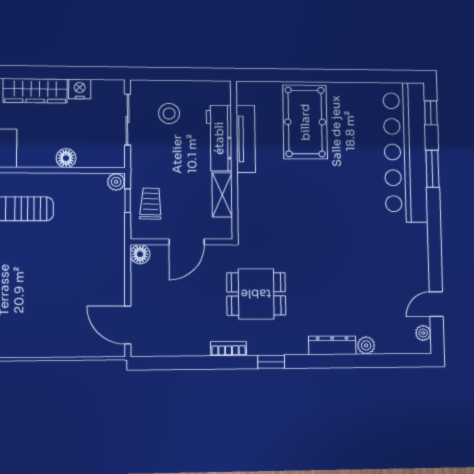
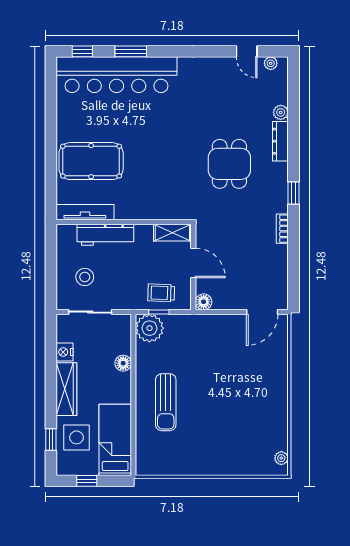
tv unit: (246, 139) -> (85, 212), moved
plant: (116, 182) -> (149, 328), width x1.87, depth x1.87
shelving: (222, 195) -> (172, 233), moved
dining table: (256, 294) -> (229, 164), moved

